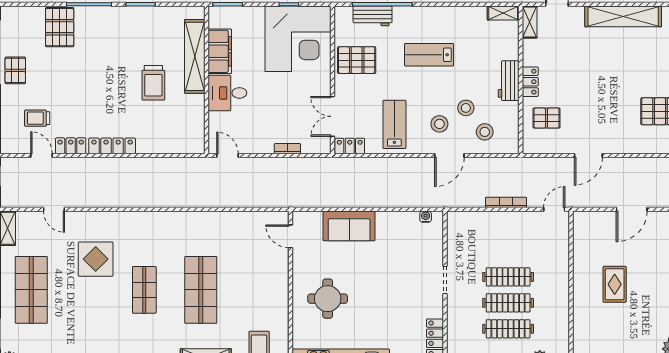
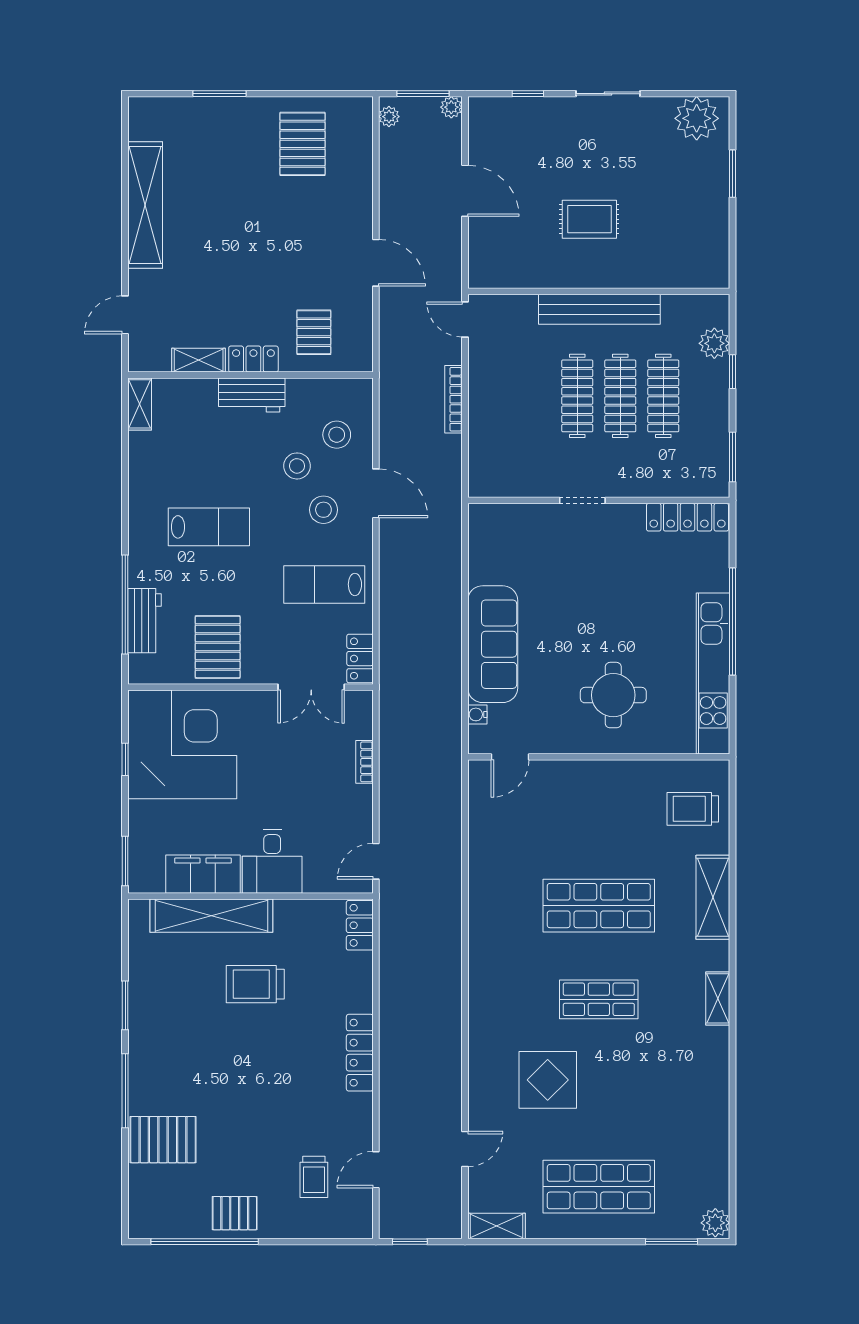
shelving: (530, 22) -> (199, 360), moved
lab bench: (429, 55) -> (209, 527), turned -90
trolley: (153, 83) -> (255, 984), turned 180
locker: (71, 146) -> (360, 925), moved
water cooler: (426, 217) -> (477, 714), moved
sofa: (349, 226) -> (493, 644), width x1.36
bench: (560, 290) -> (599, 309), added

